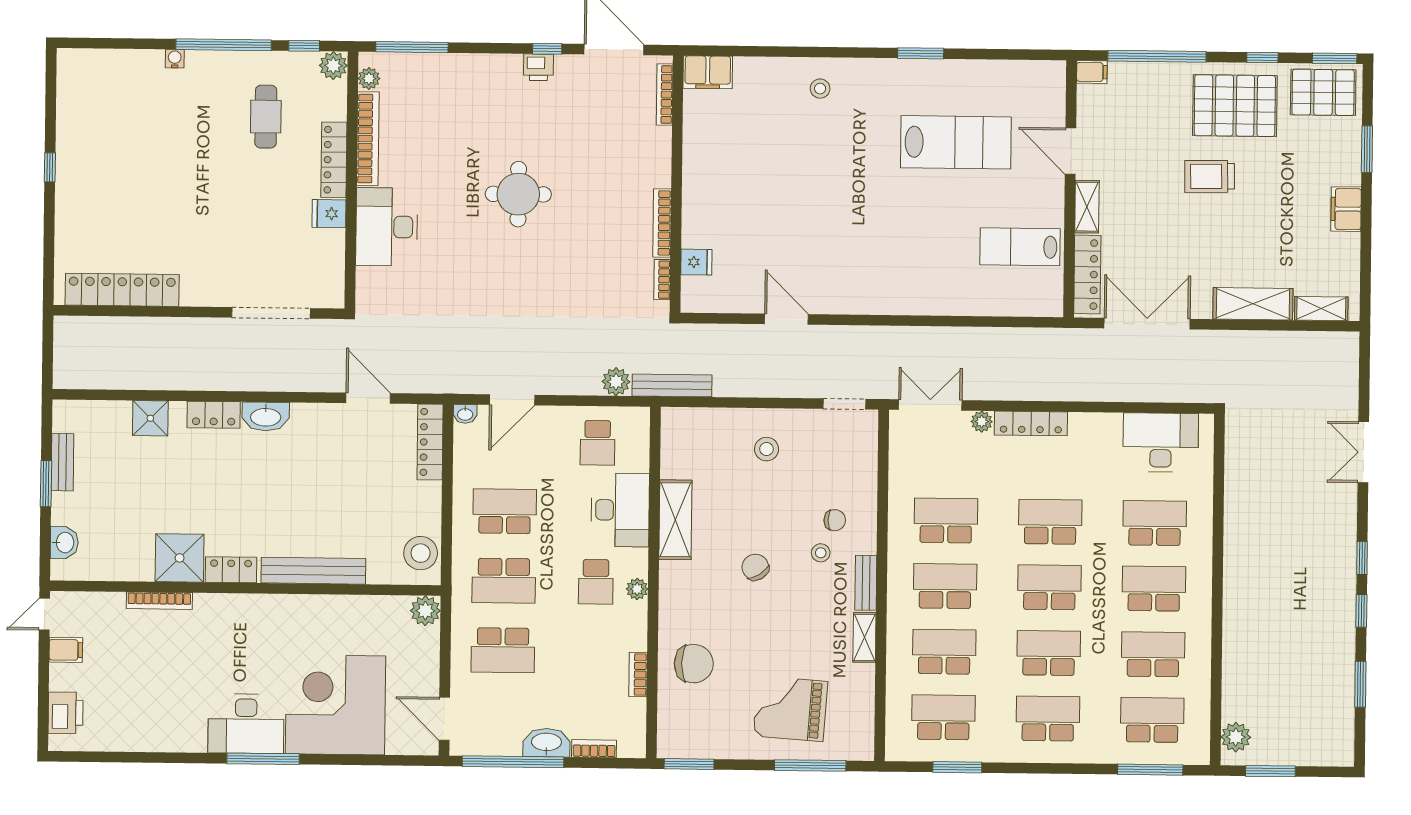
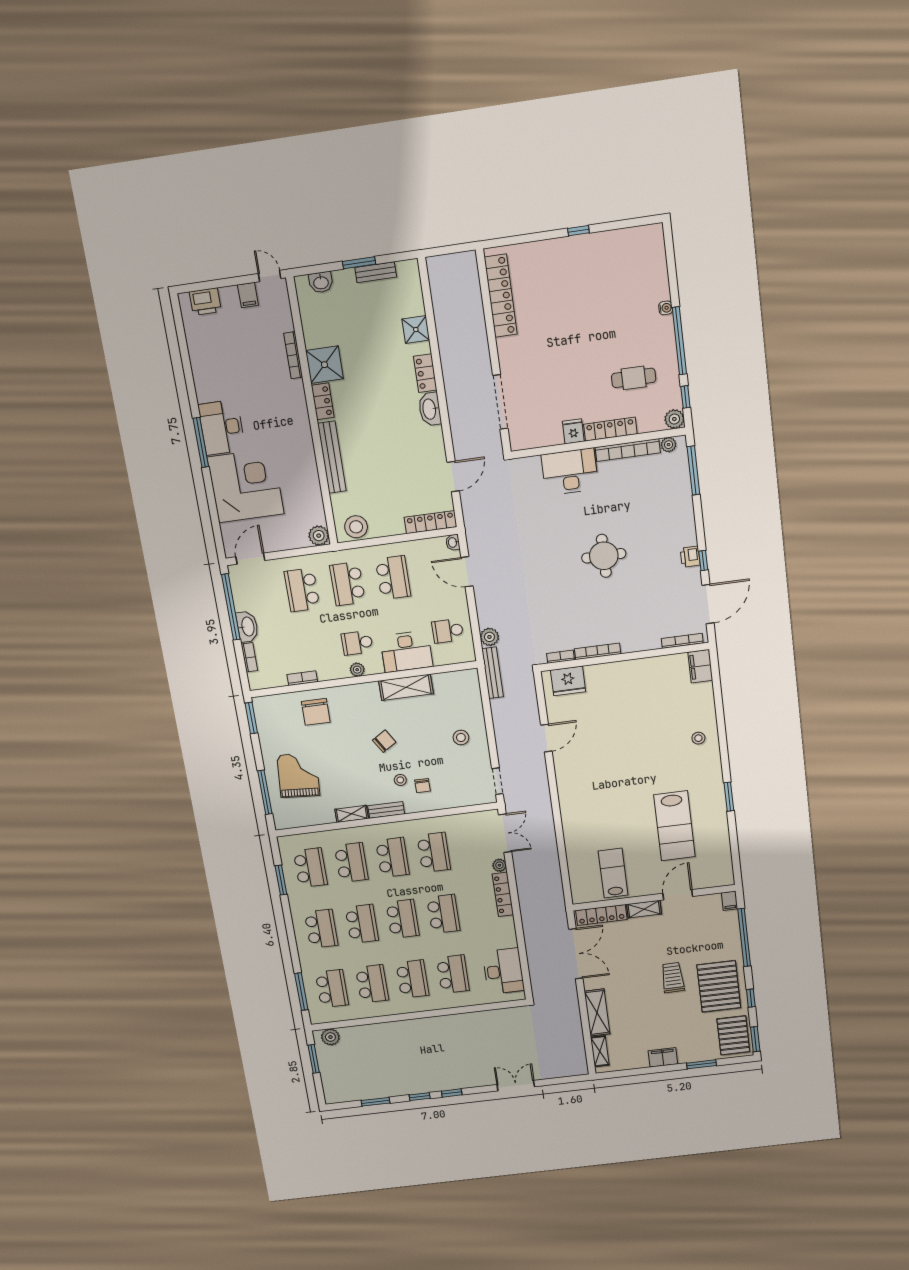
fridge: (696, 262) -> (568, 681), width x1.88, depth x1.34

